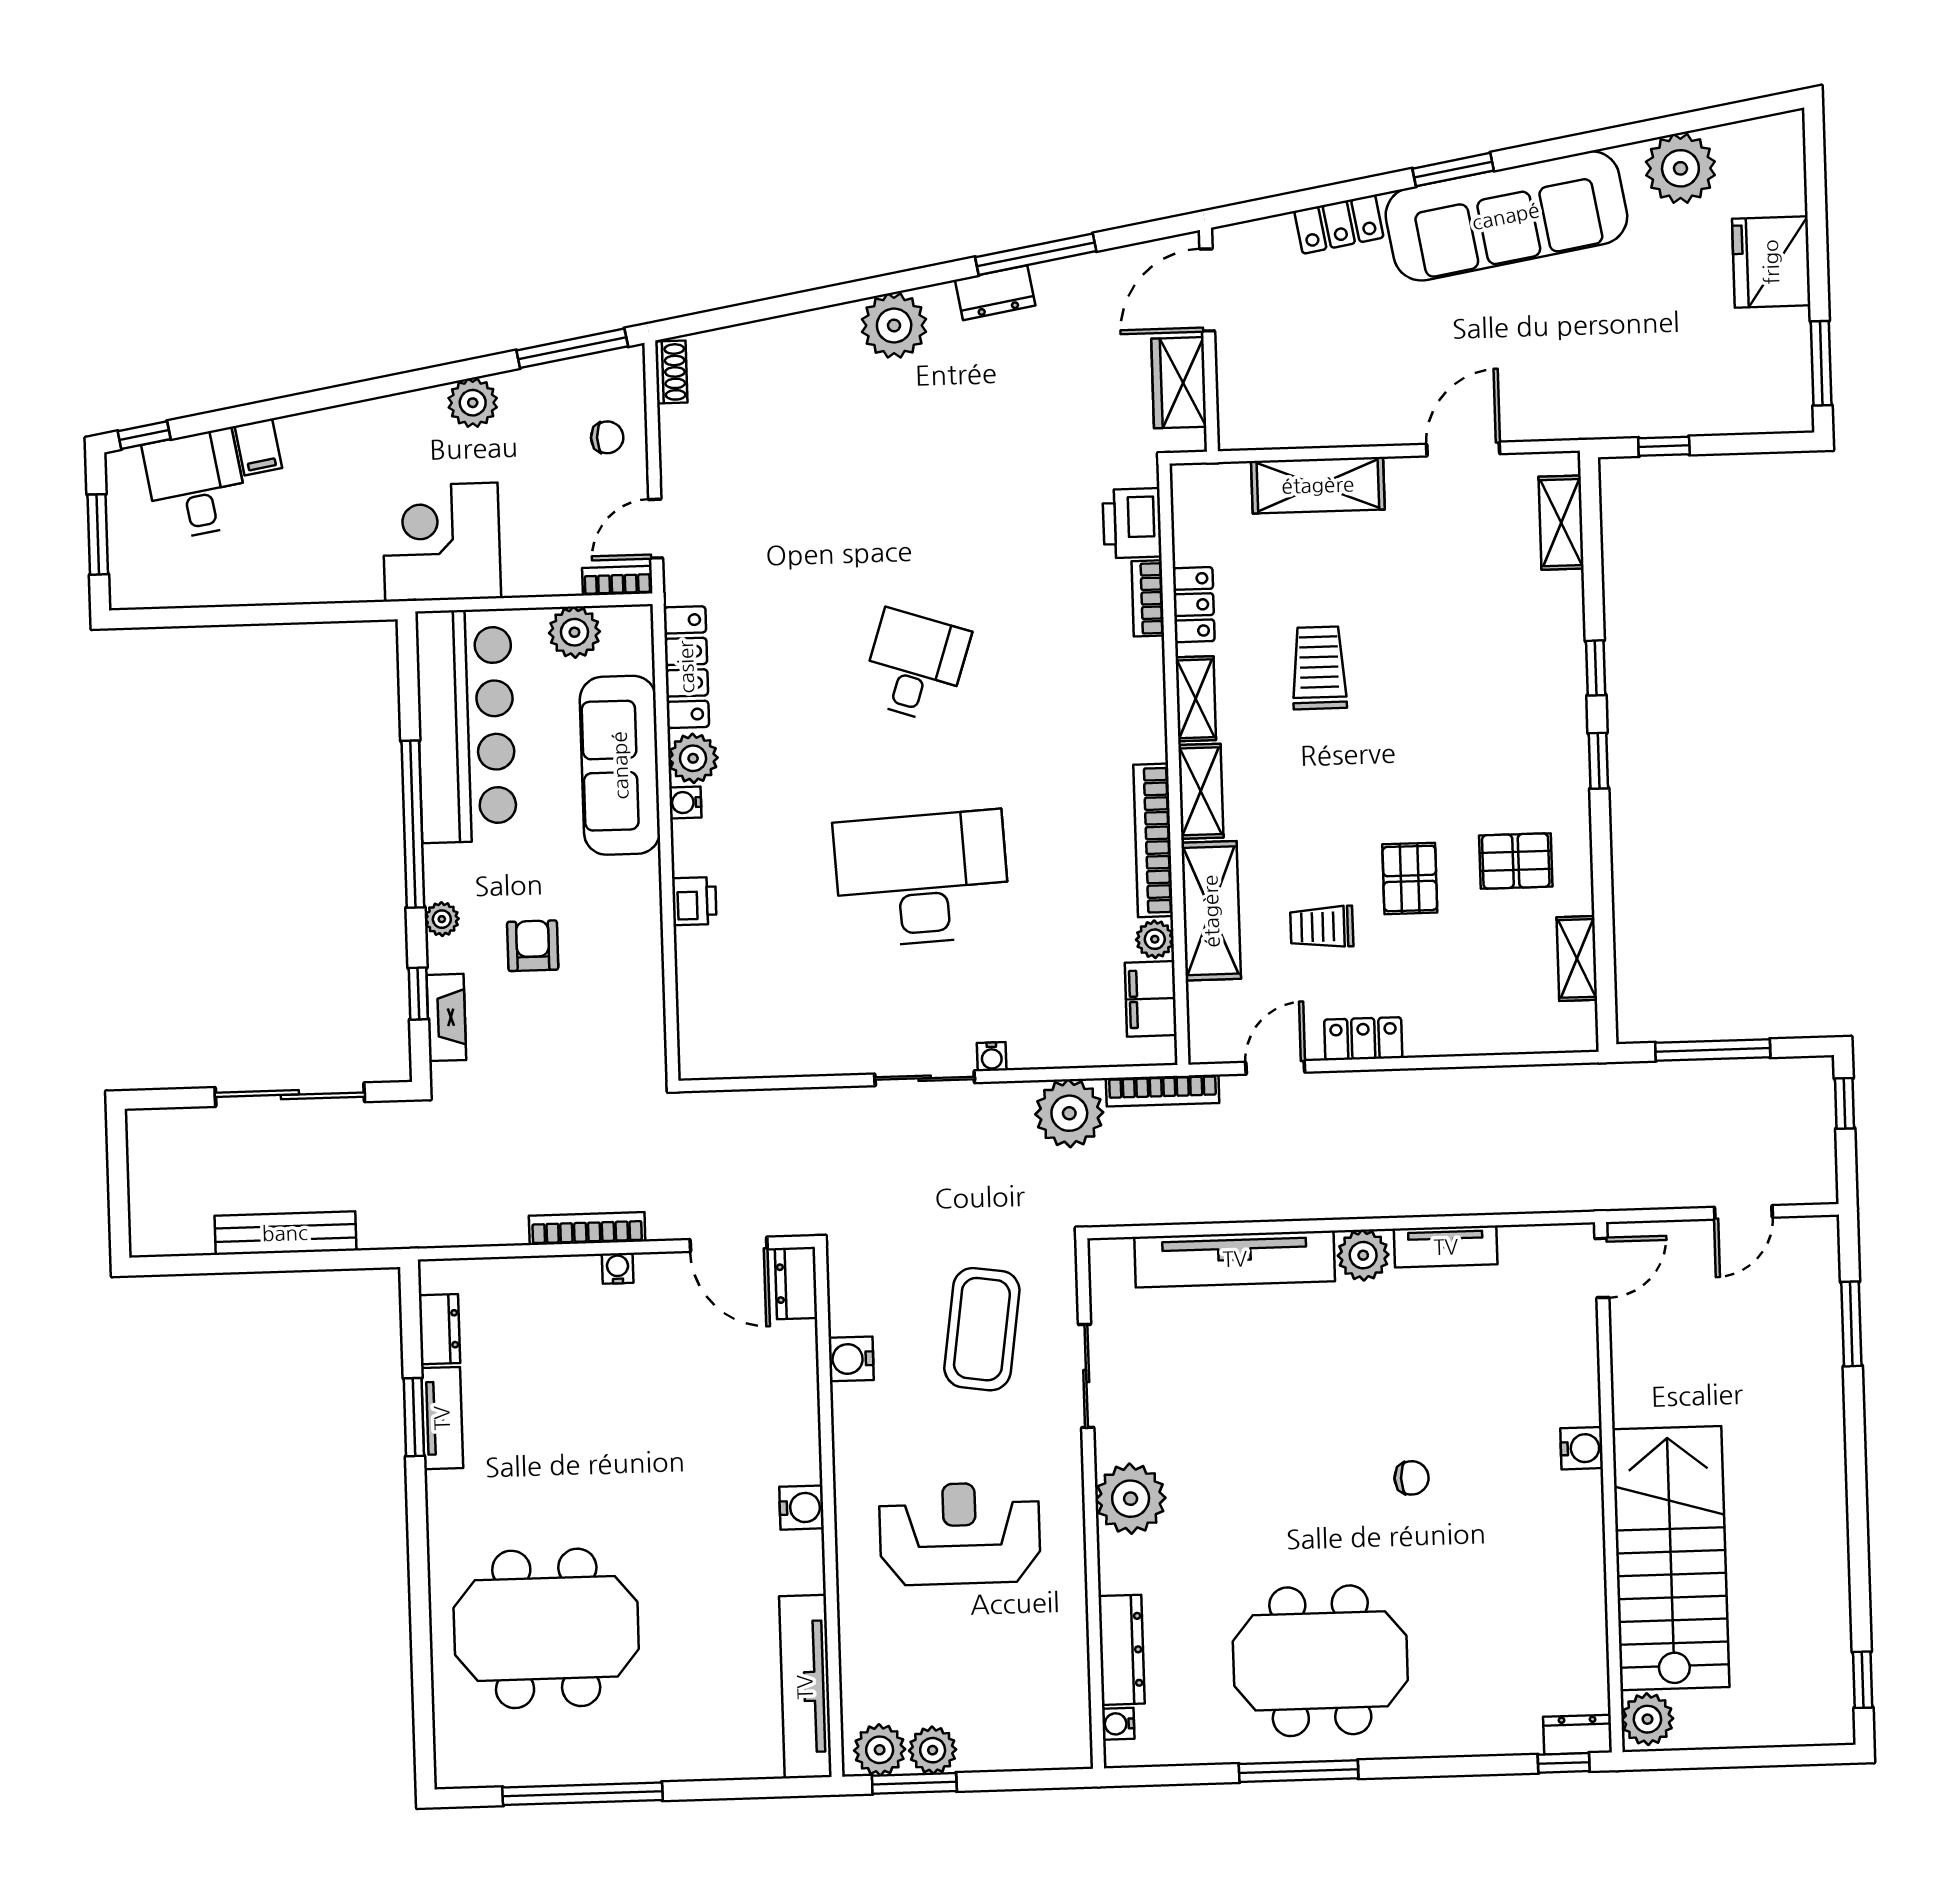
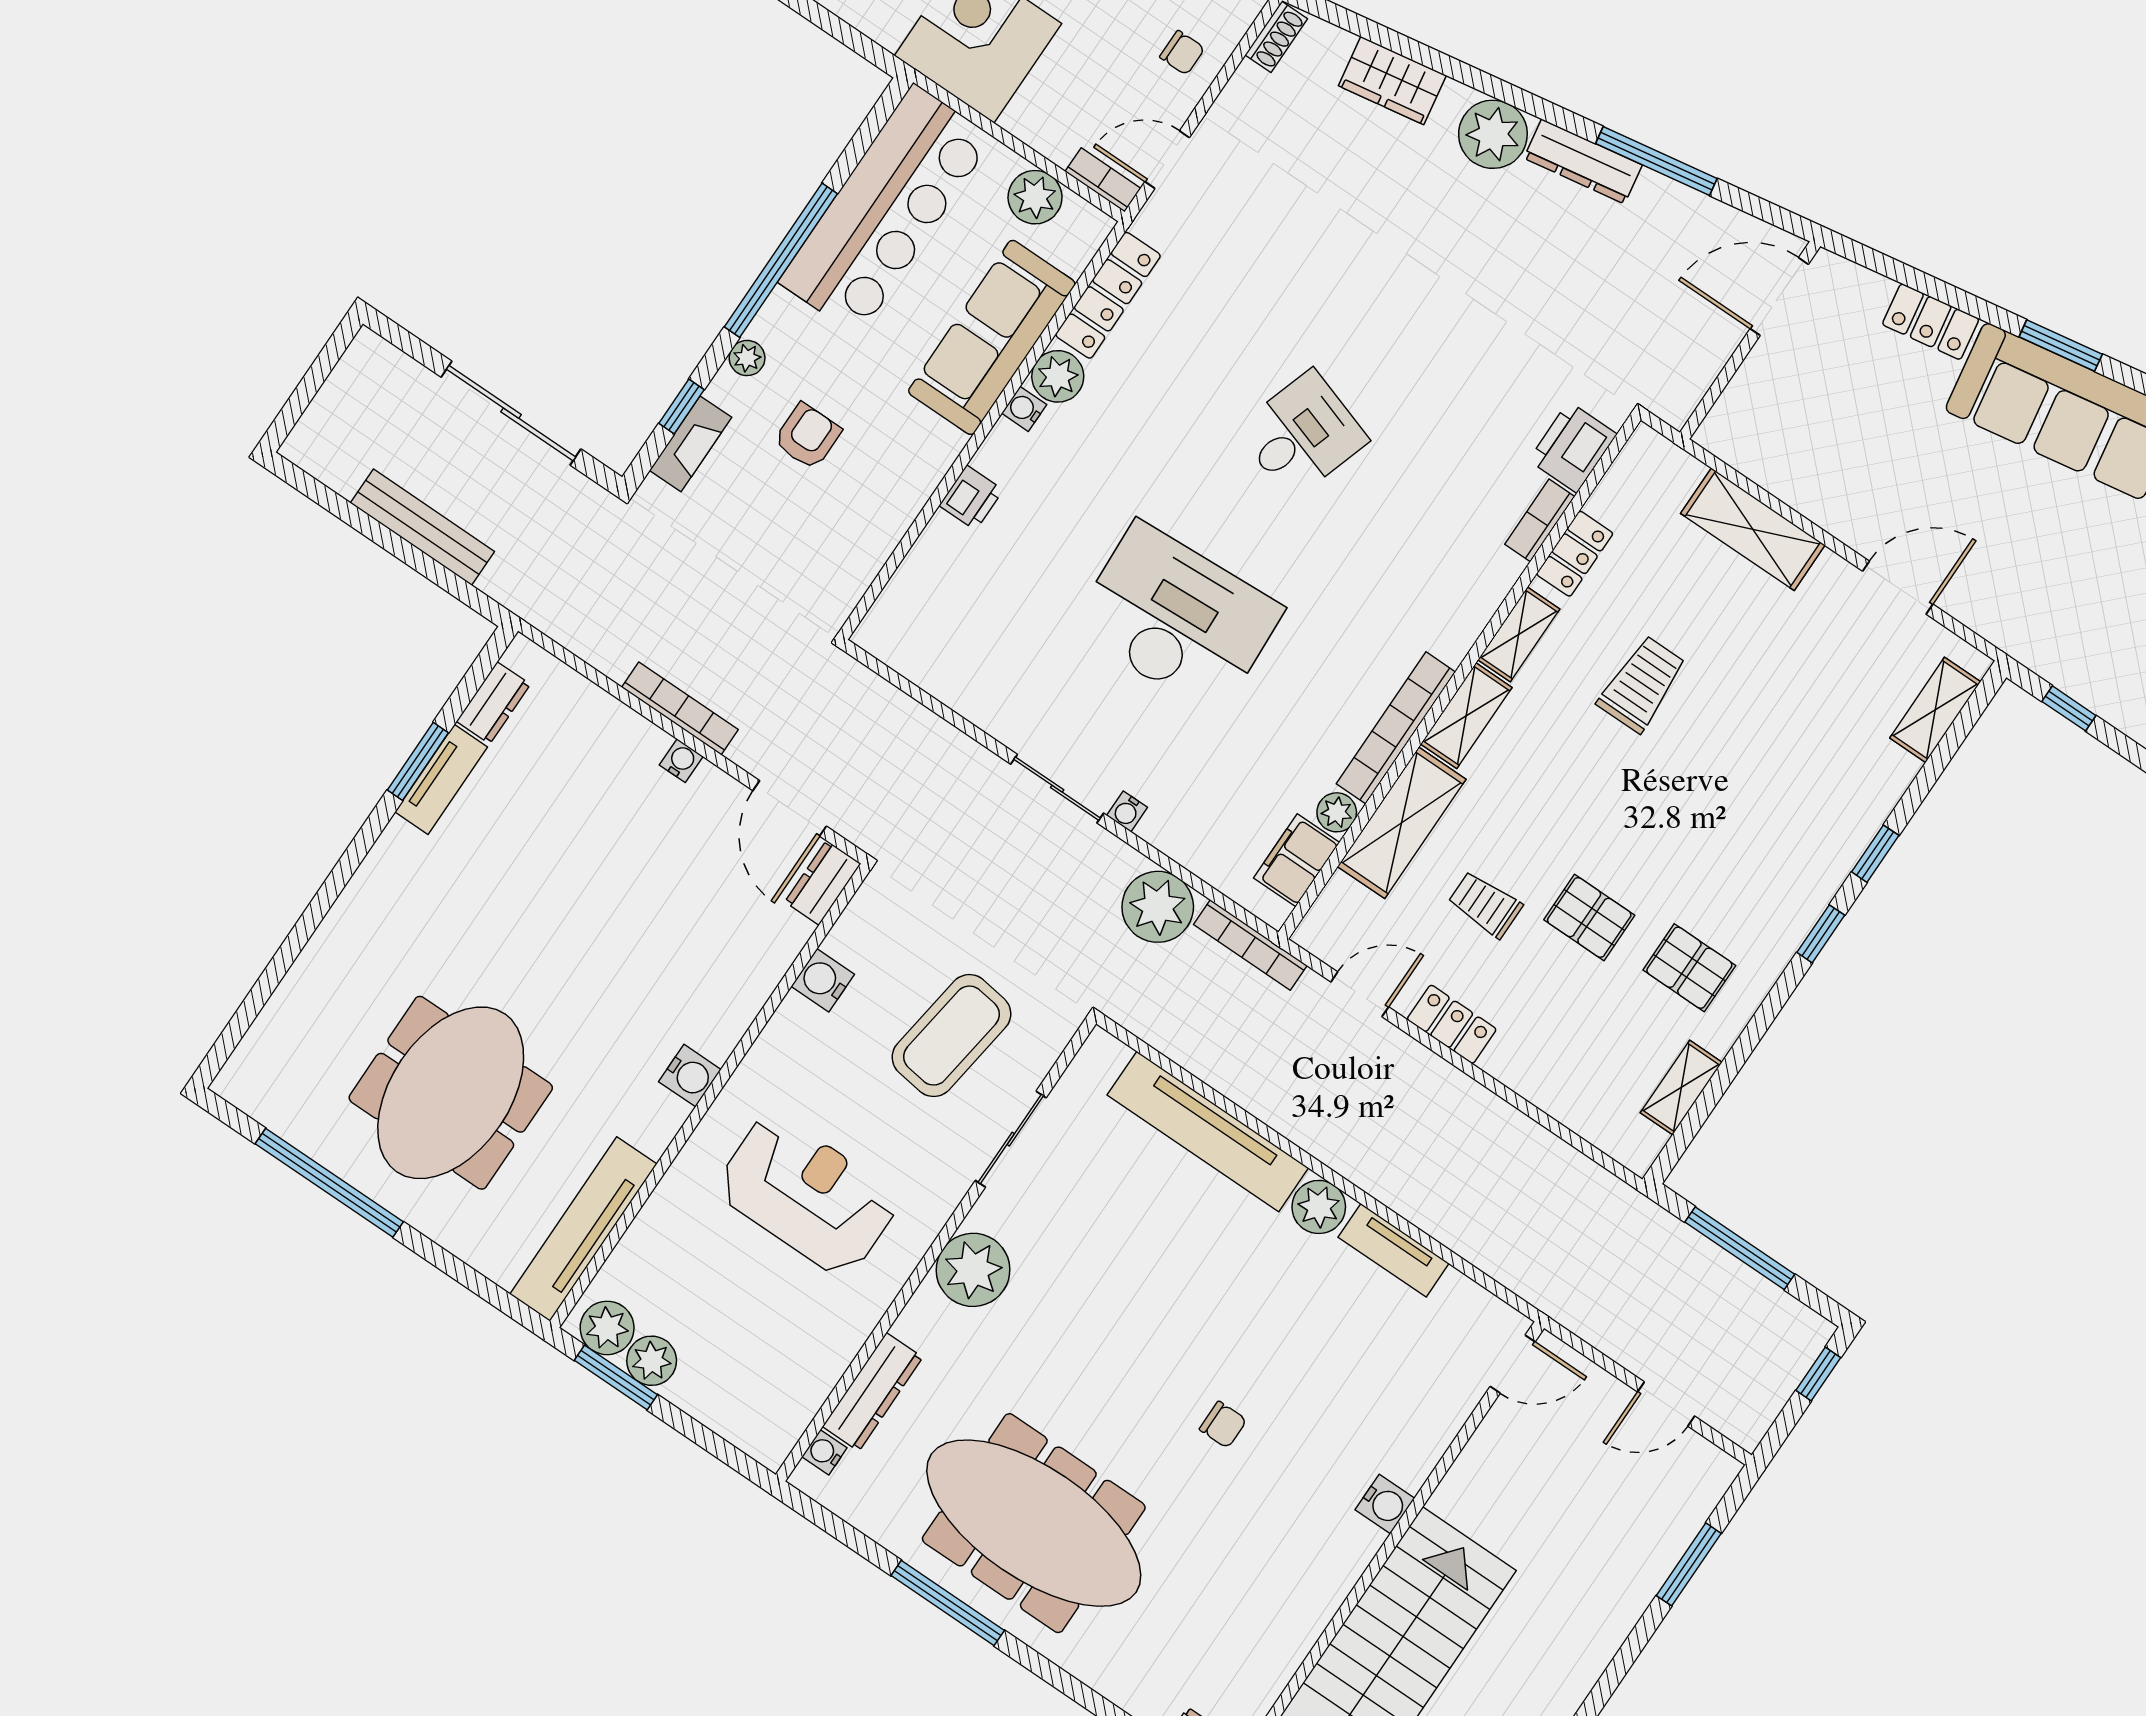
dresser: (995, 293) -> (1583, 162), width x1.44
wardrobe: (1179, 383) -> (1392, 81), moved, turned -100
pallet: (1410, 878) -> (1589, 917), turned 90
meeting table: (546, 1628) -> (451, 1093), moved, turned 90
meeting table: (1320, 1661) -> (1034, 1523), width x1.36

